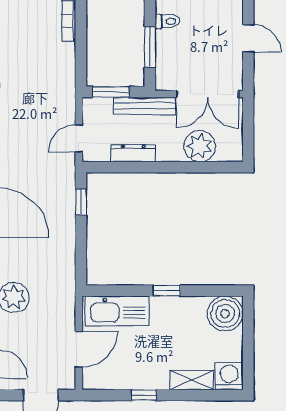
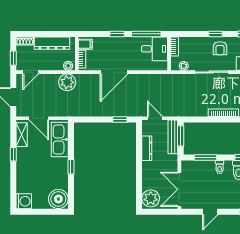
bench: (145, 106) -> (173, 137), moved
plant: (200, 146) -> (151, 198), moved
shelving: (192, 380) -> (22, 135), moved

